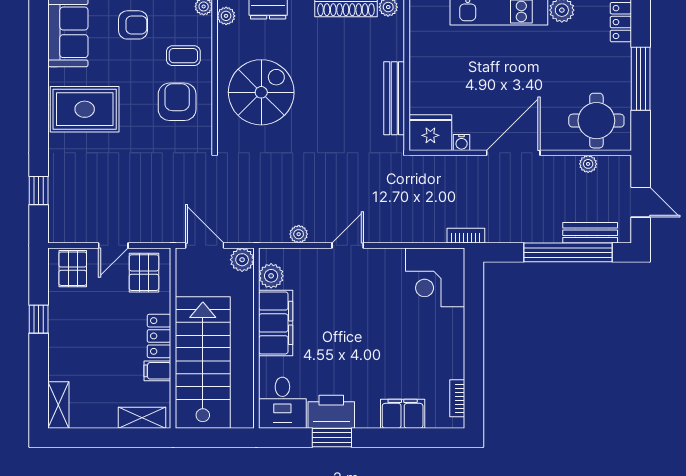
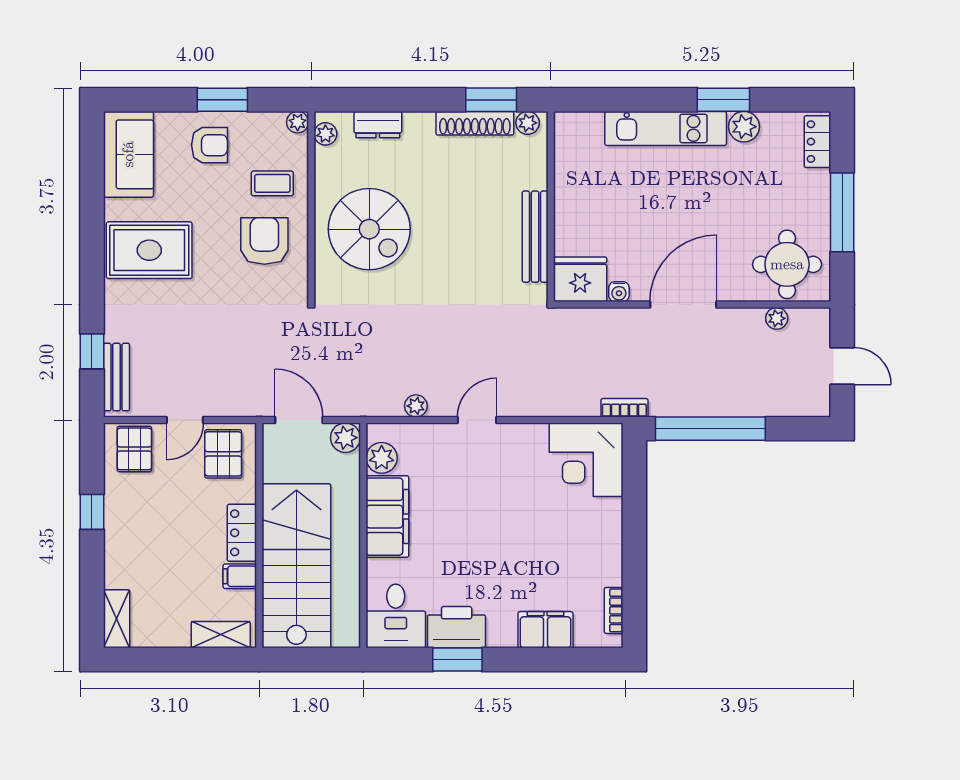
spiral stairs: (261, 92) -> (369, 229), turned 90
bench: (590, 233) -> (116, 377), moved, turned 90
window: (568, 252) -> (710, 429), moved

